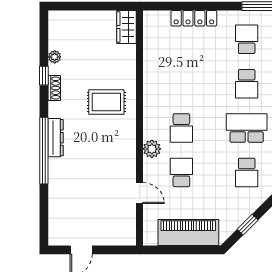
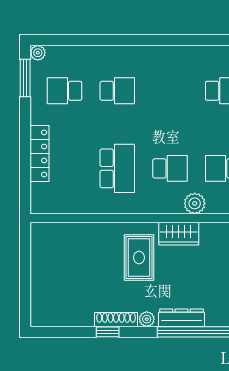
wardrobe: (126, 27) -> (179, 234), moved
plant: (55, 57) -> (147, 319), moved
shoe rack: (54, 88) -> (116, 320), width x1.43
school desk: (247, 128) -> (117, 168), moved, turned 180

